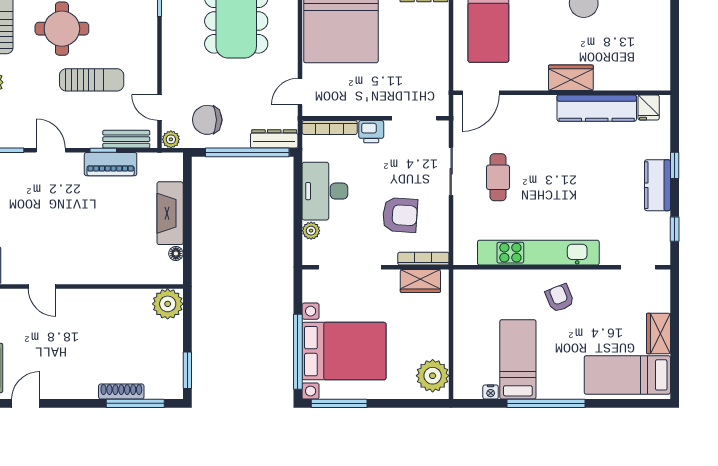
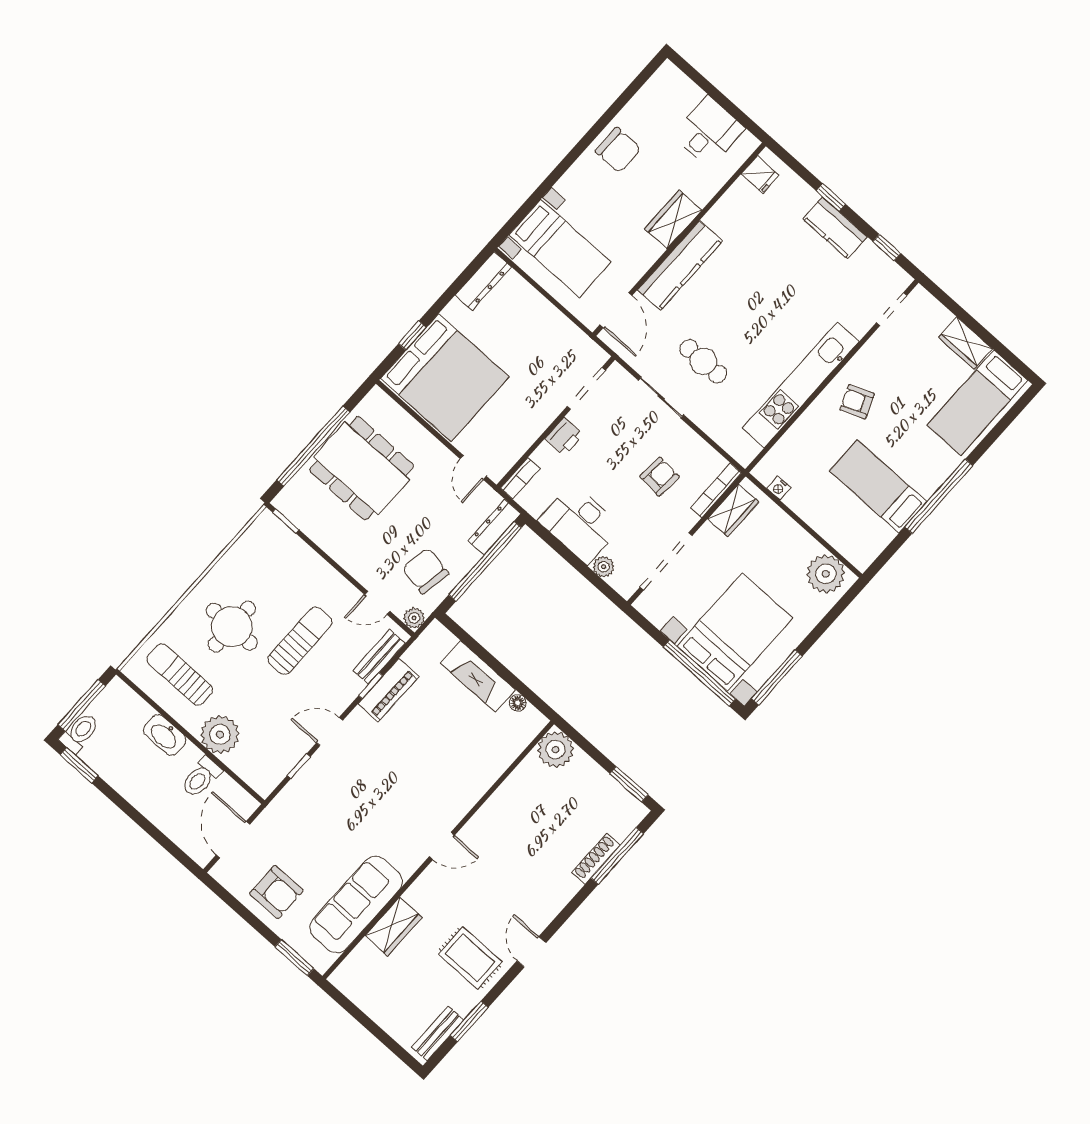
desk: (647, 50) -> (709, 132), added
kitchen counter: (597, 108) -> (680, 266), moved
chair: (207, 120) -> (425, 571), turned 100
bookcase: (330, 128) -> (520, 478), width x0.64
armchair: (400, 215) -> (659, 477), width x0.72, depth x0.72
nightstand: (491, 392) -> (779, 488), moved, turned 90

